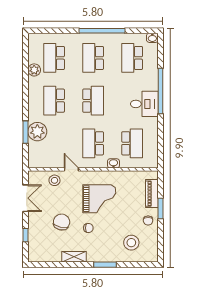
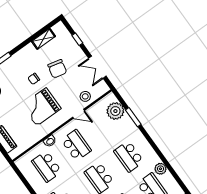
school desk: (54, 101) -> (129, 156), turned 180
plant: (37, 132) -> (115, 111), moved
shelving: (74, 257) -> (44, 39), moved

